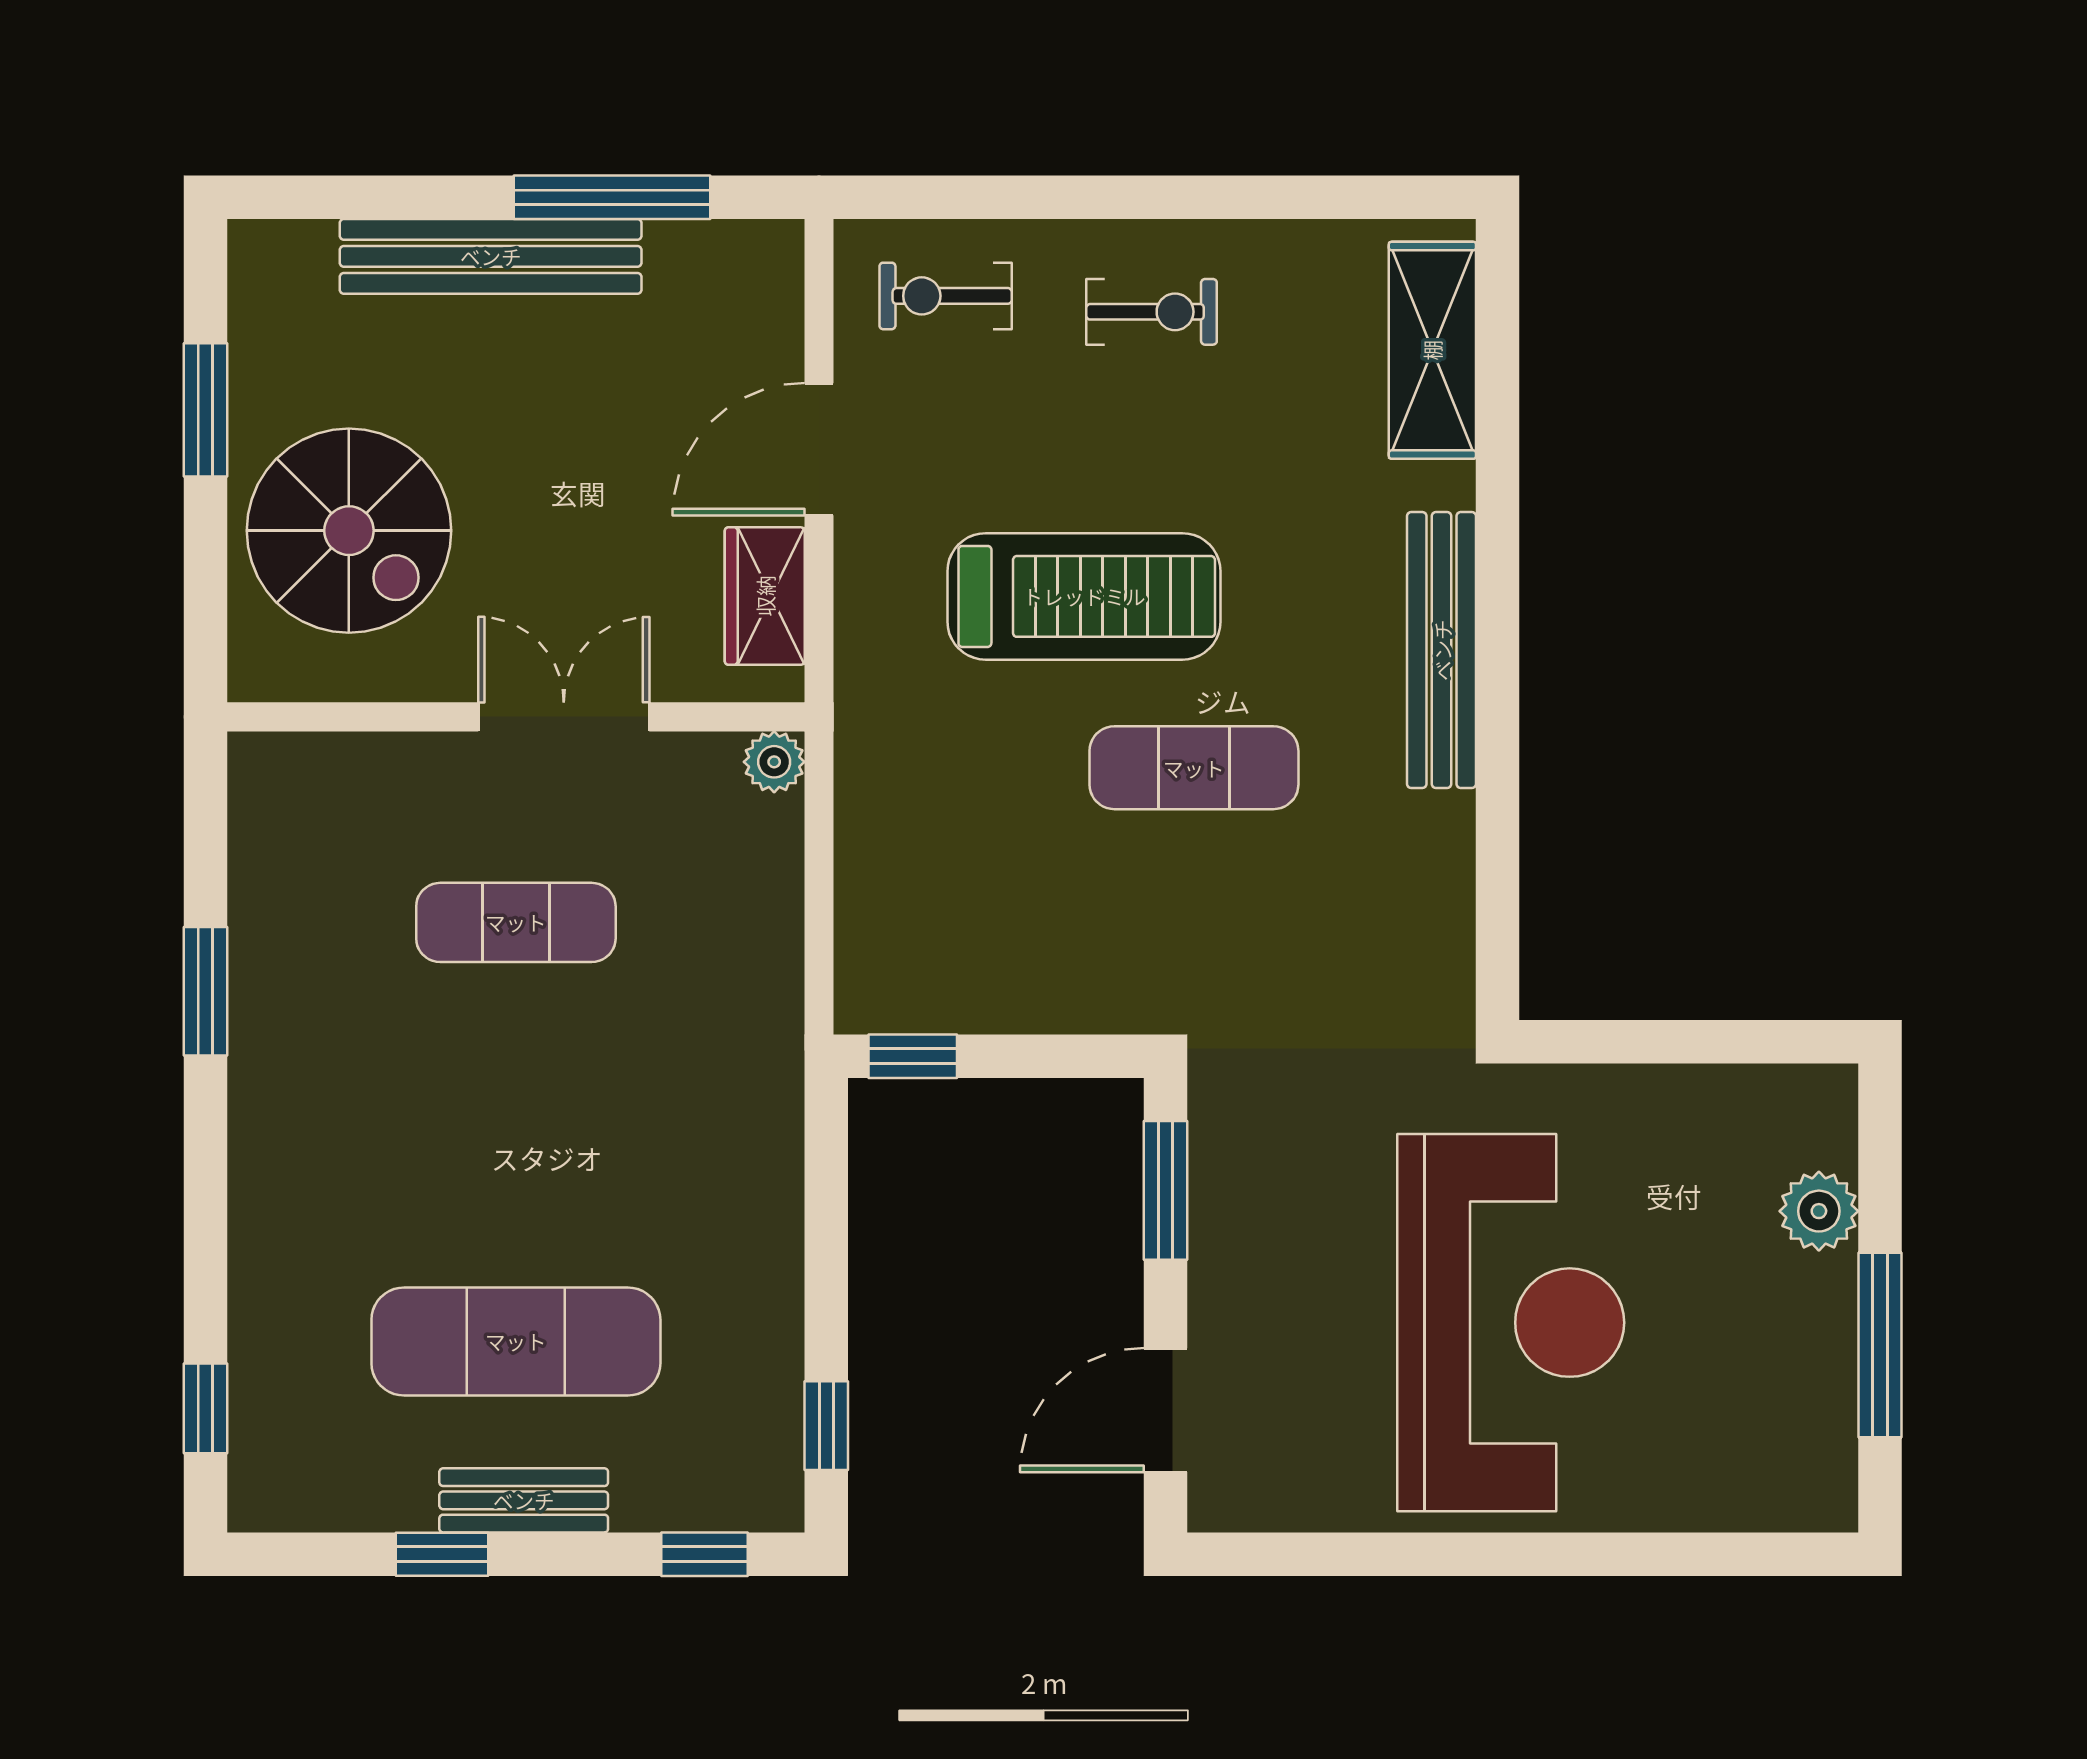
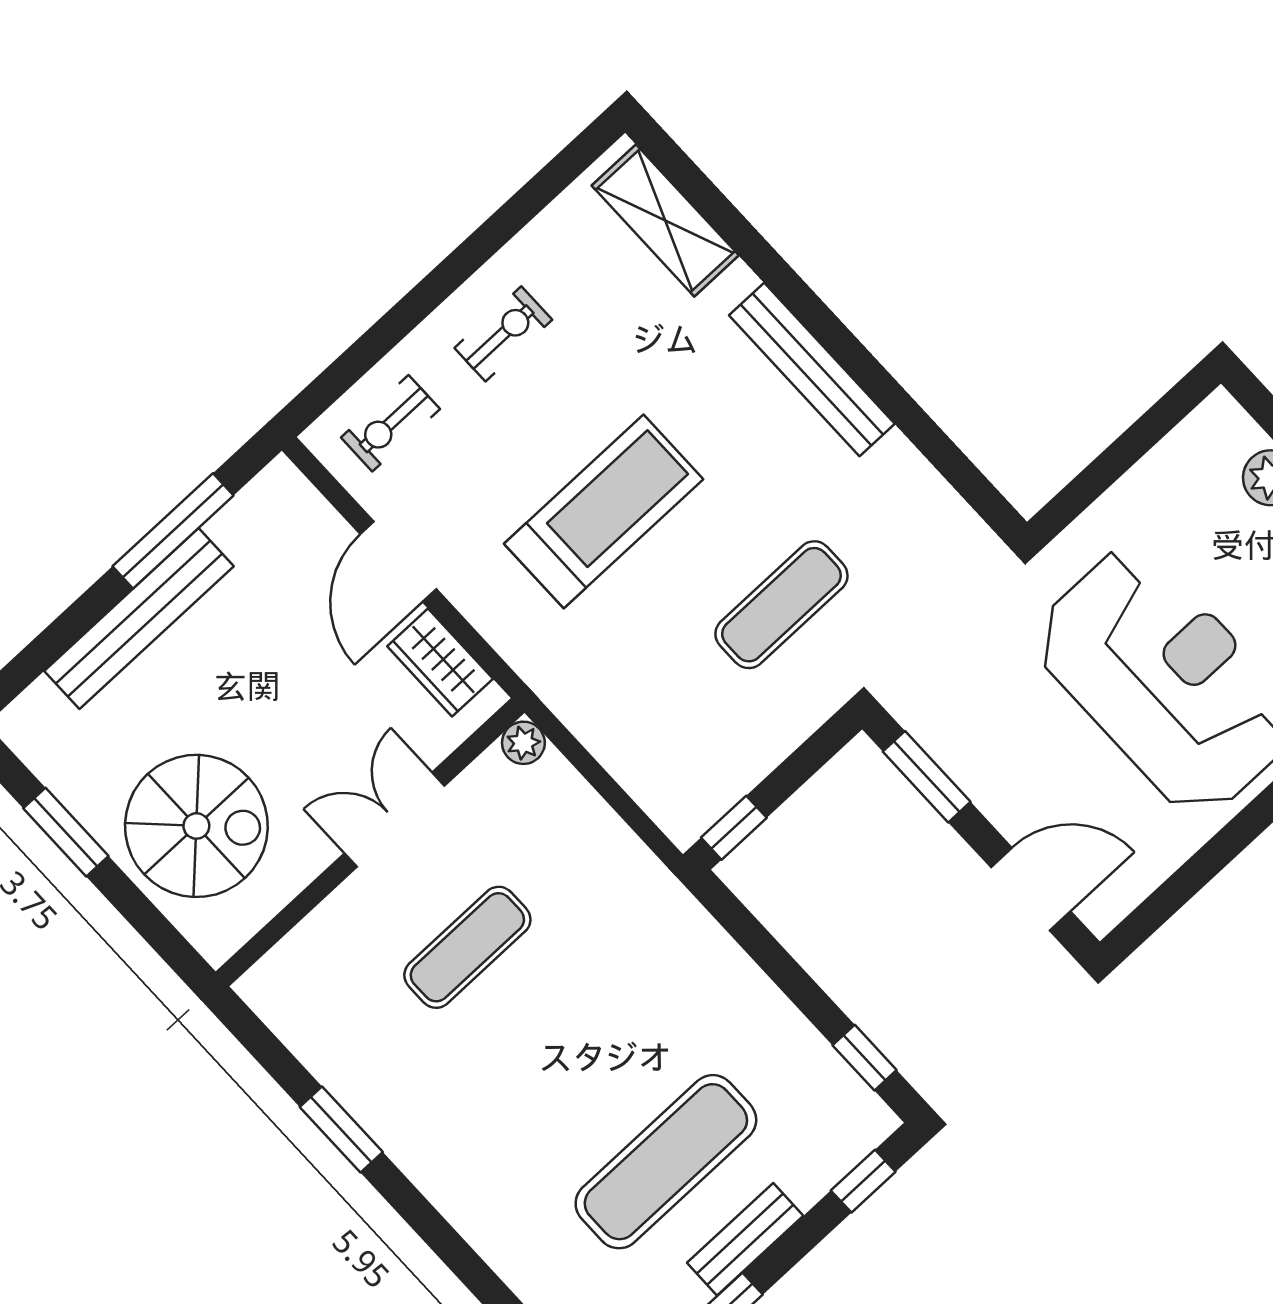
exercise mat: (1194, 768) -> (781, 605), moved
door: (1165, 1410) -> (1031, 889), swing flipped

